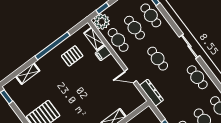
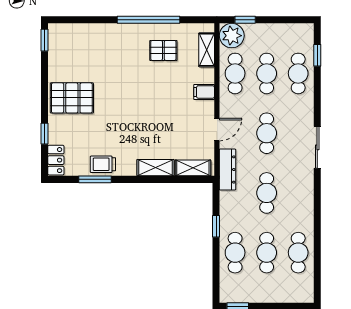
filing cabinet: (103, 53) -> (204, 92), moved
shelving: (28, 74) -> (193, 168), moved
door: (130, 76) -> (217, 130), swing flipped
cafe table: (197, 77) -> (267, 193), moved

